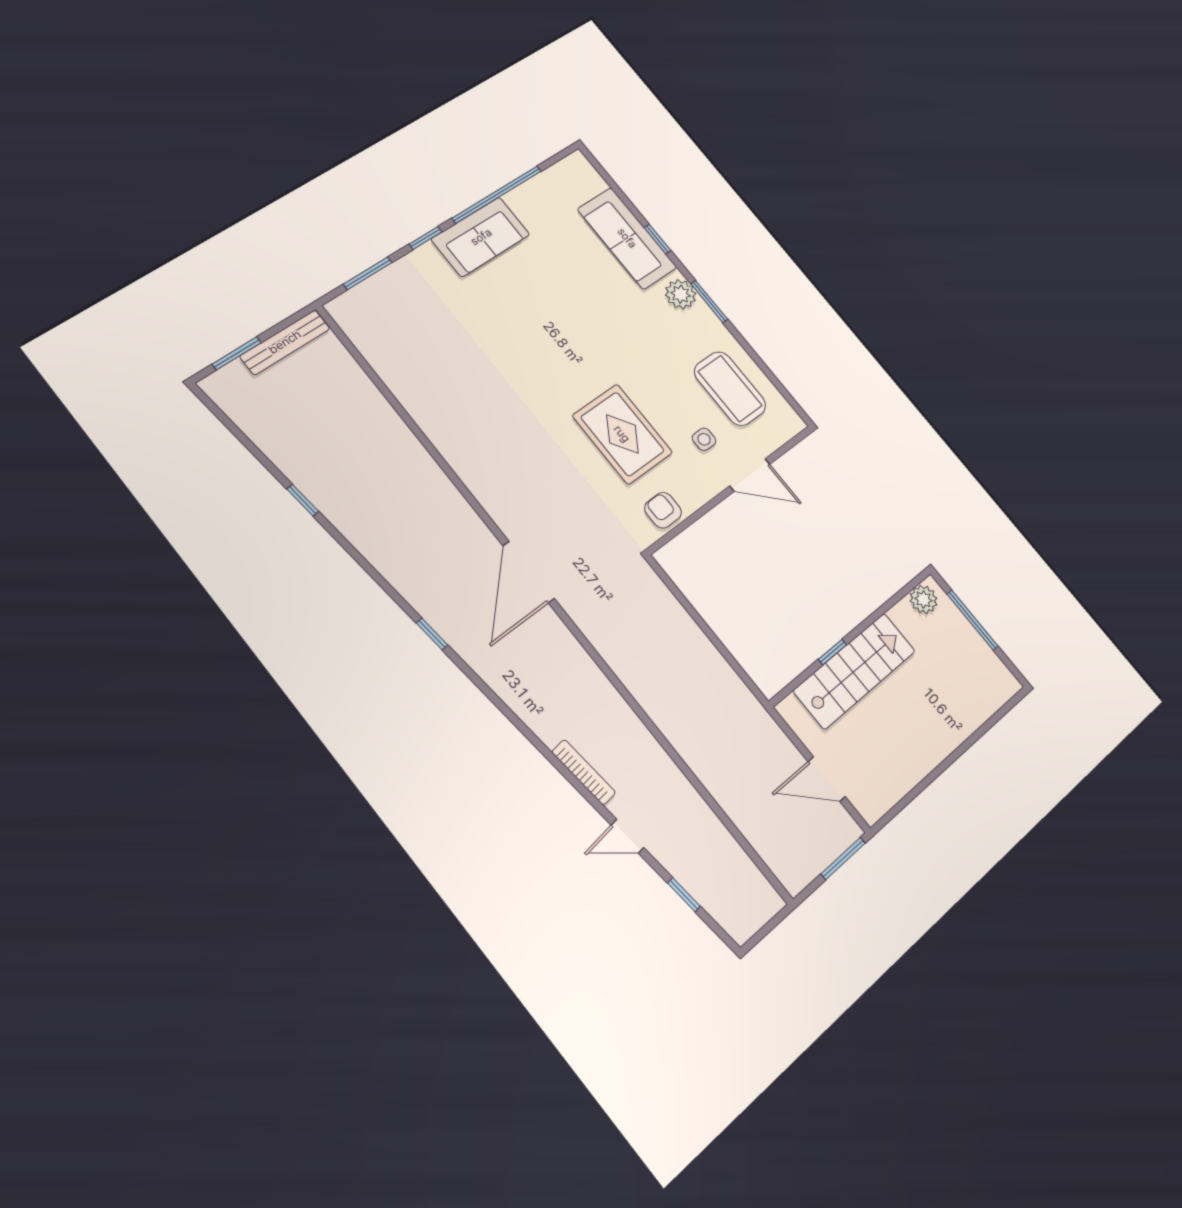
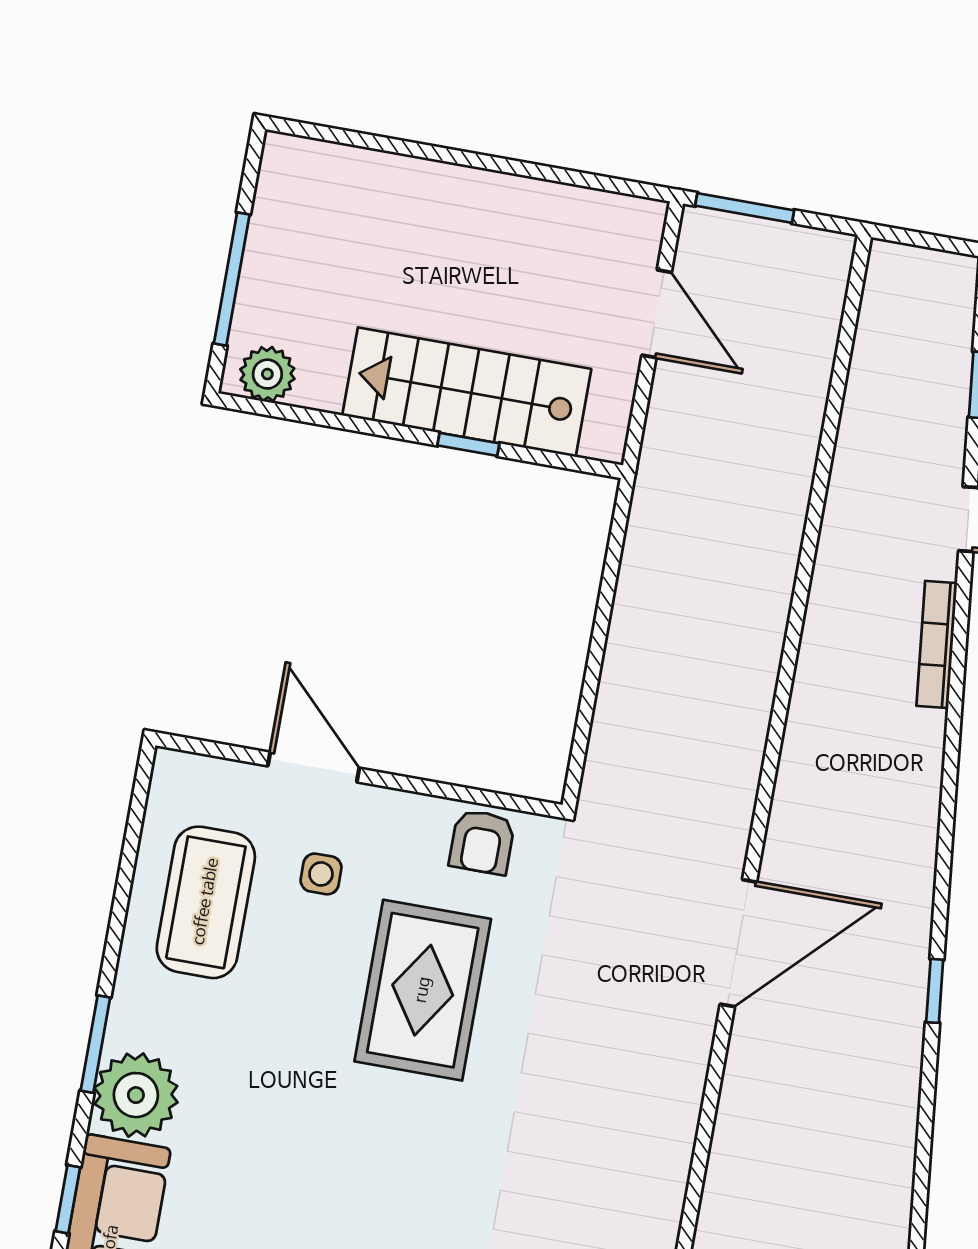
plant: (681, 294) -> (136, 1095), width x1.36, depth x1.36

